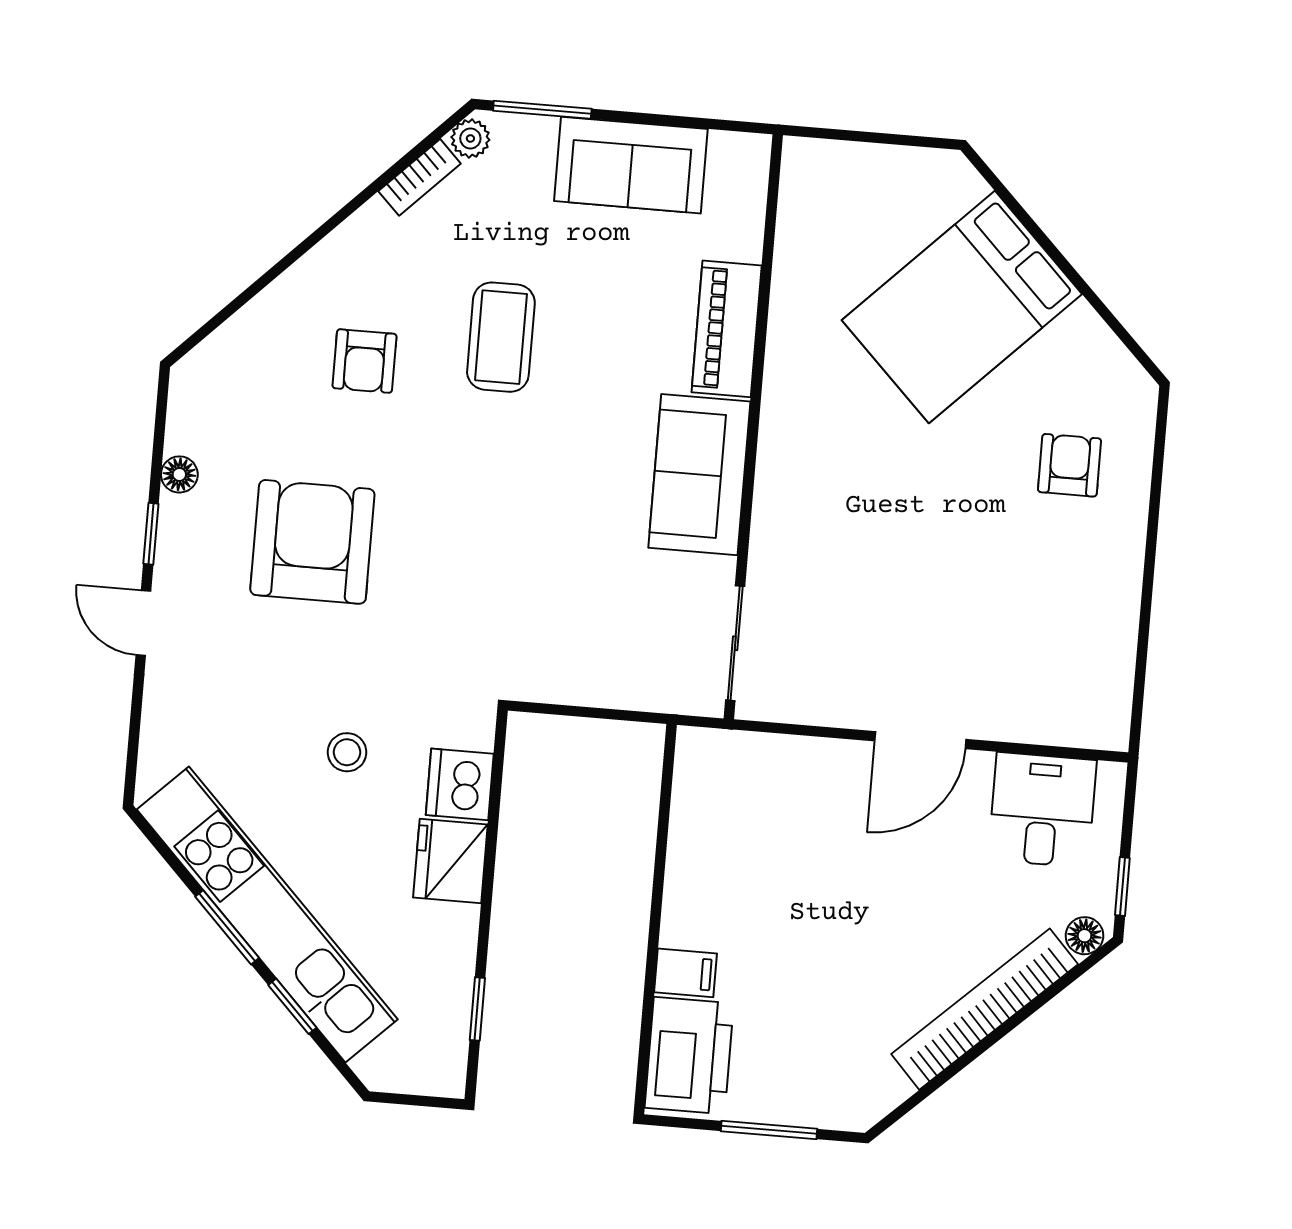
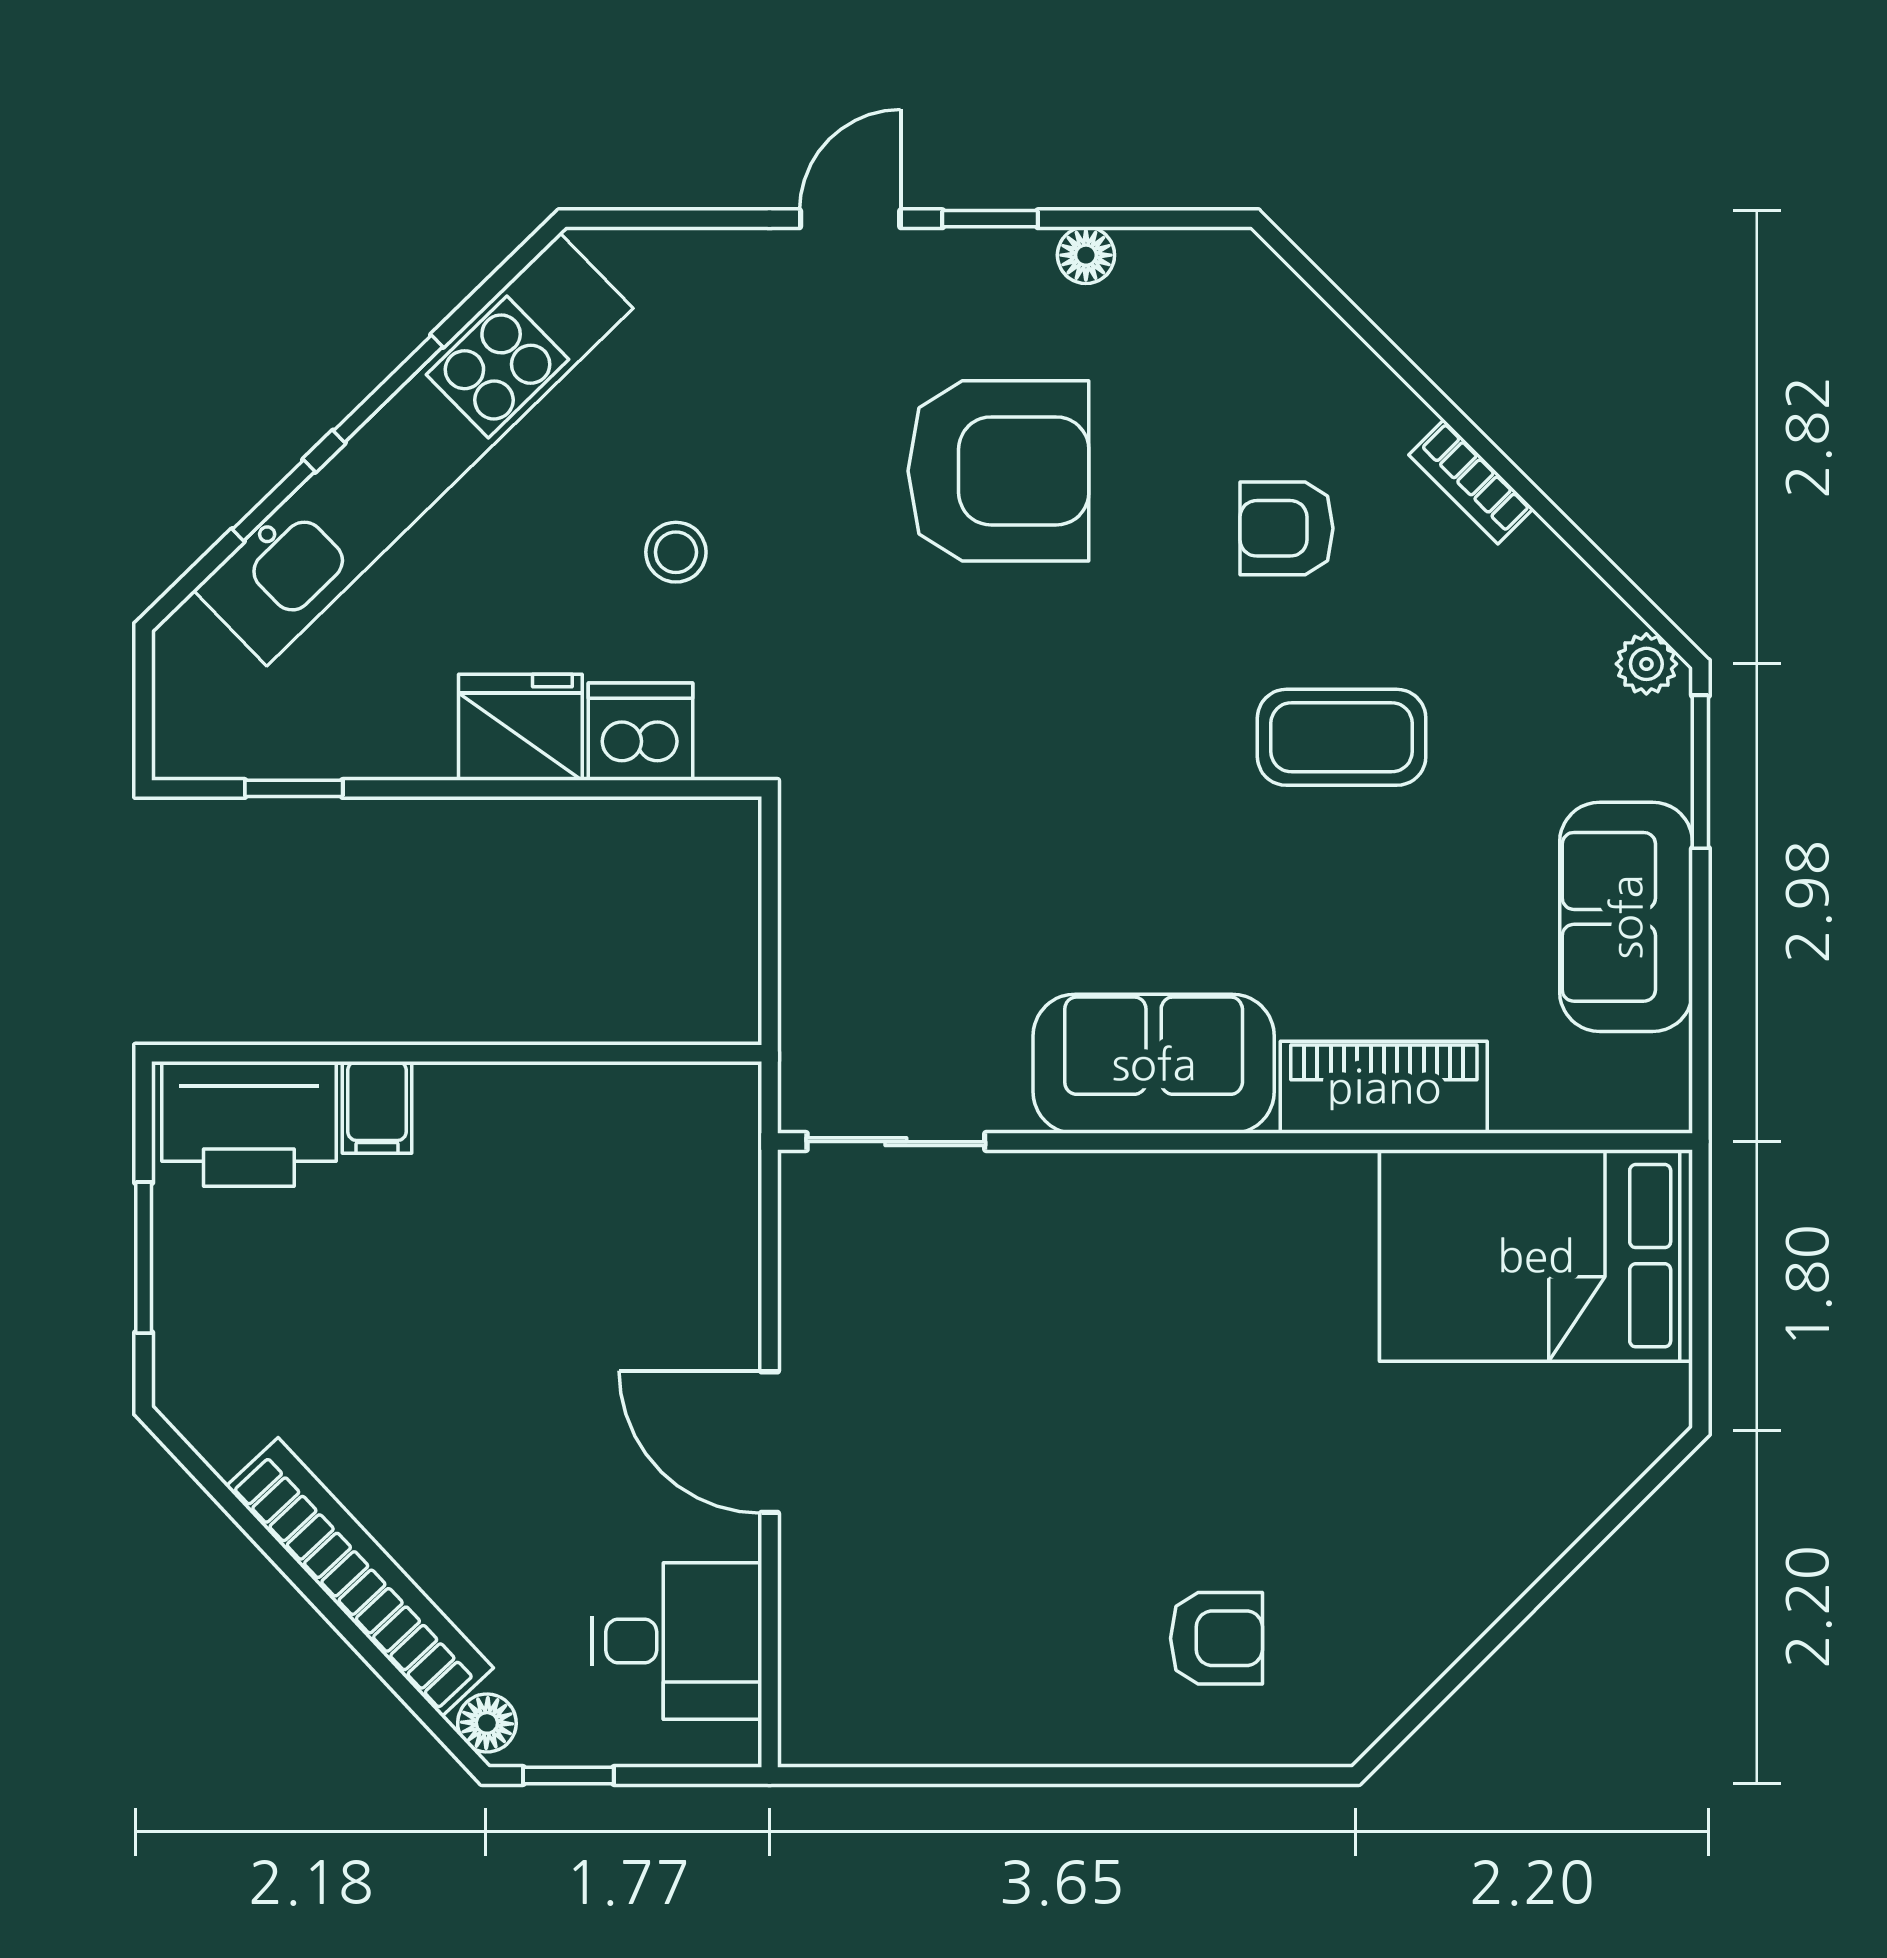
bookcase: (420, 177) -> (1471, 482), moved
bed: (962, 307) -> (1536, 1256), moved, turned -45

